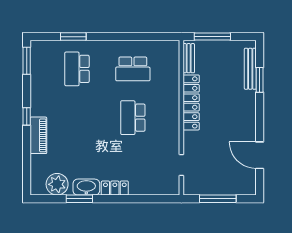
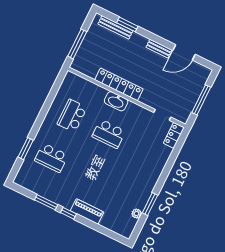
bench: (189, 58) -> (159, 49), moved
window: (27, 61) -> (46, 202), moved
school desk: (133, 69) -> (72, 116), turned 180
plant: (57, 184) -> (137, 214), width x0.53, depth x0.53
washbasin: (86, 187) -> (116, 101), moved, turned -90
locker: (115, 188) -> (174, 135), moved

